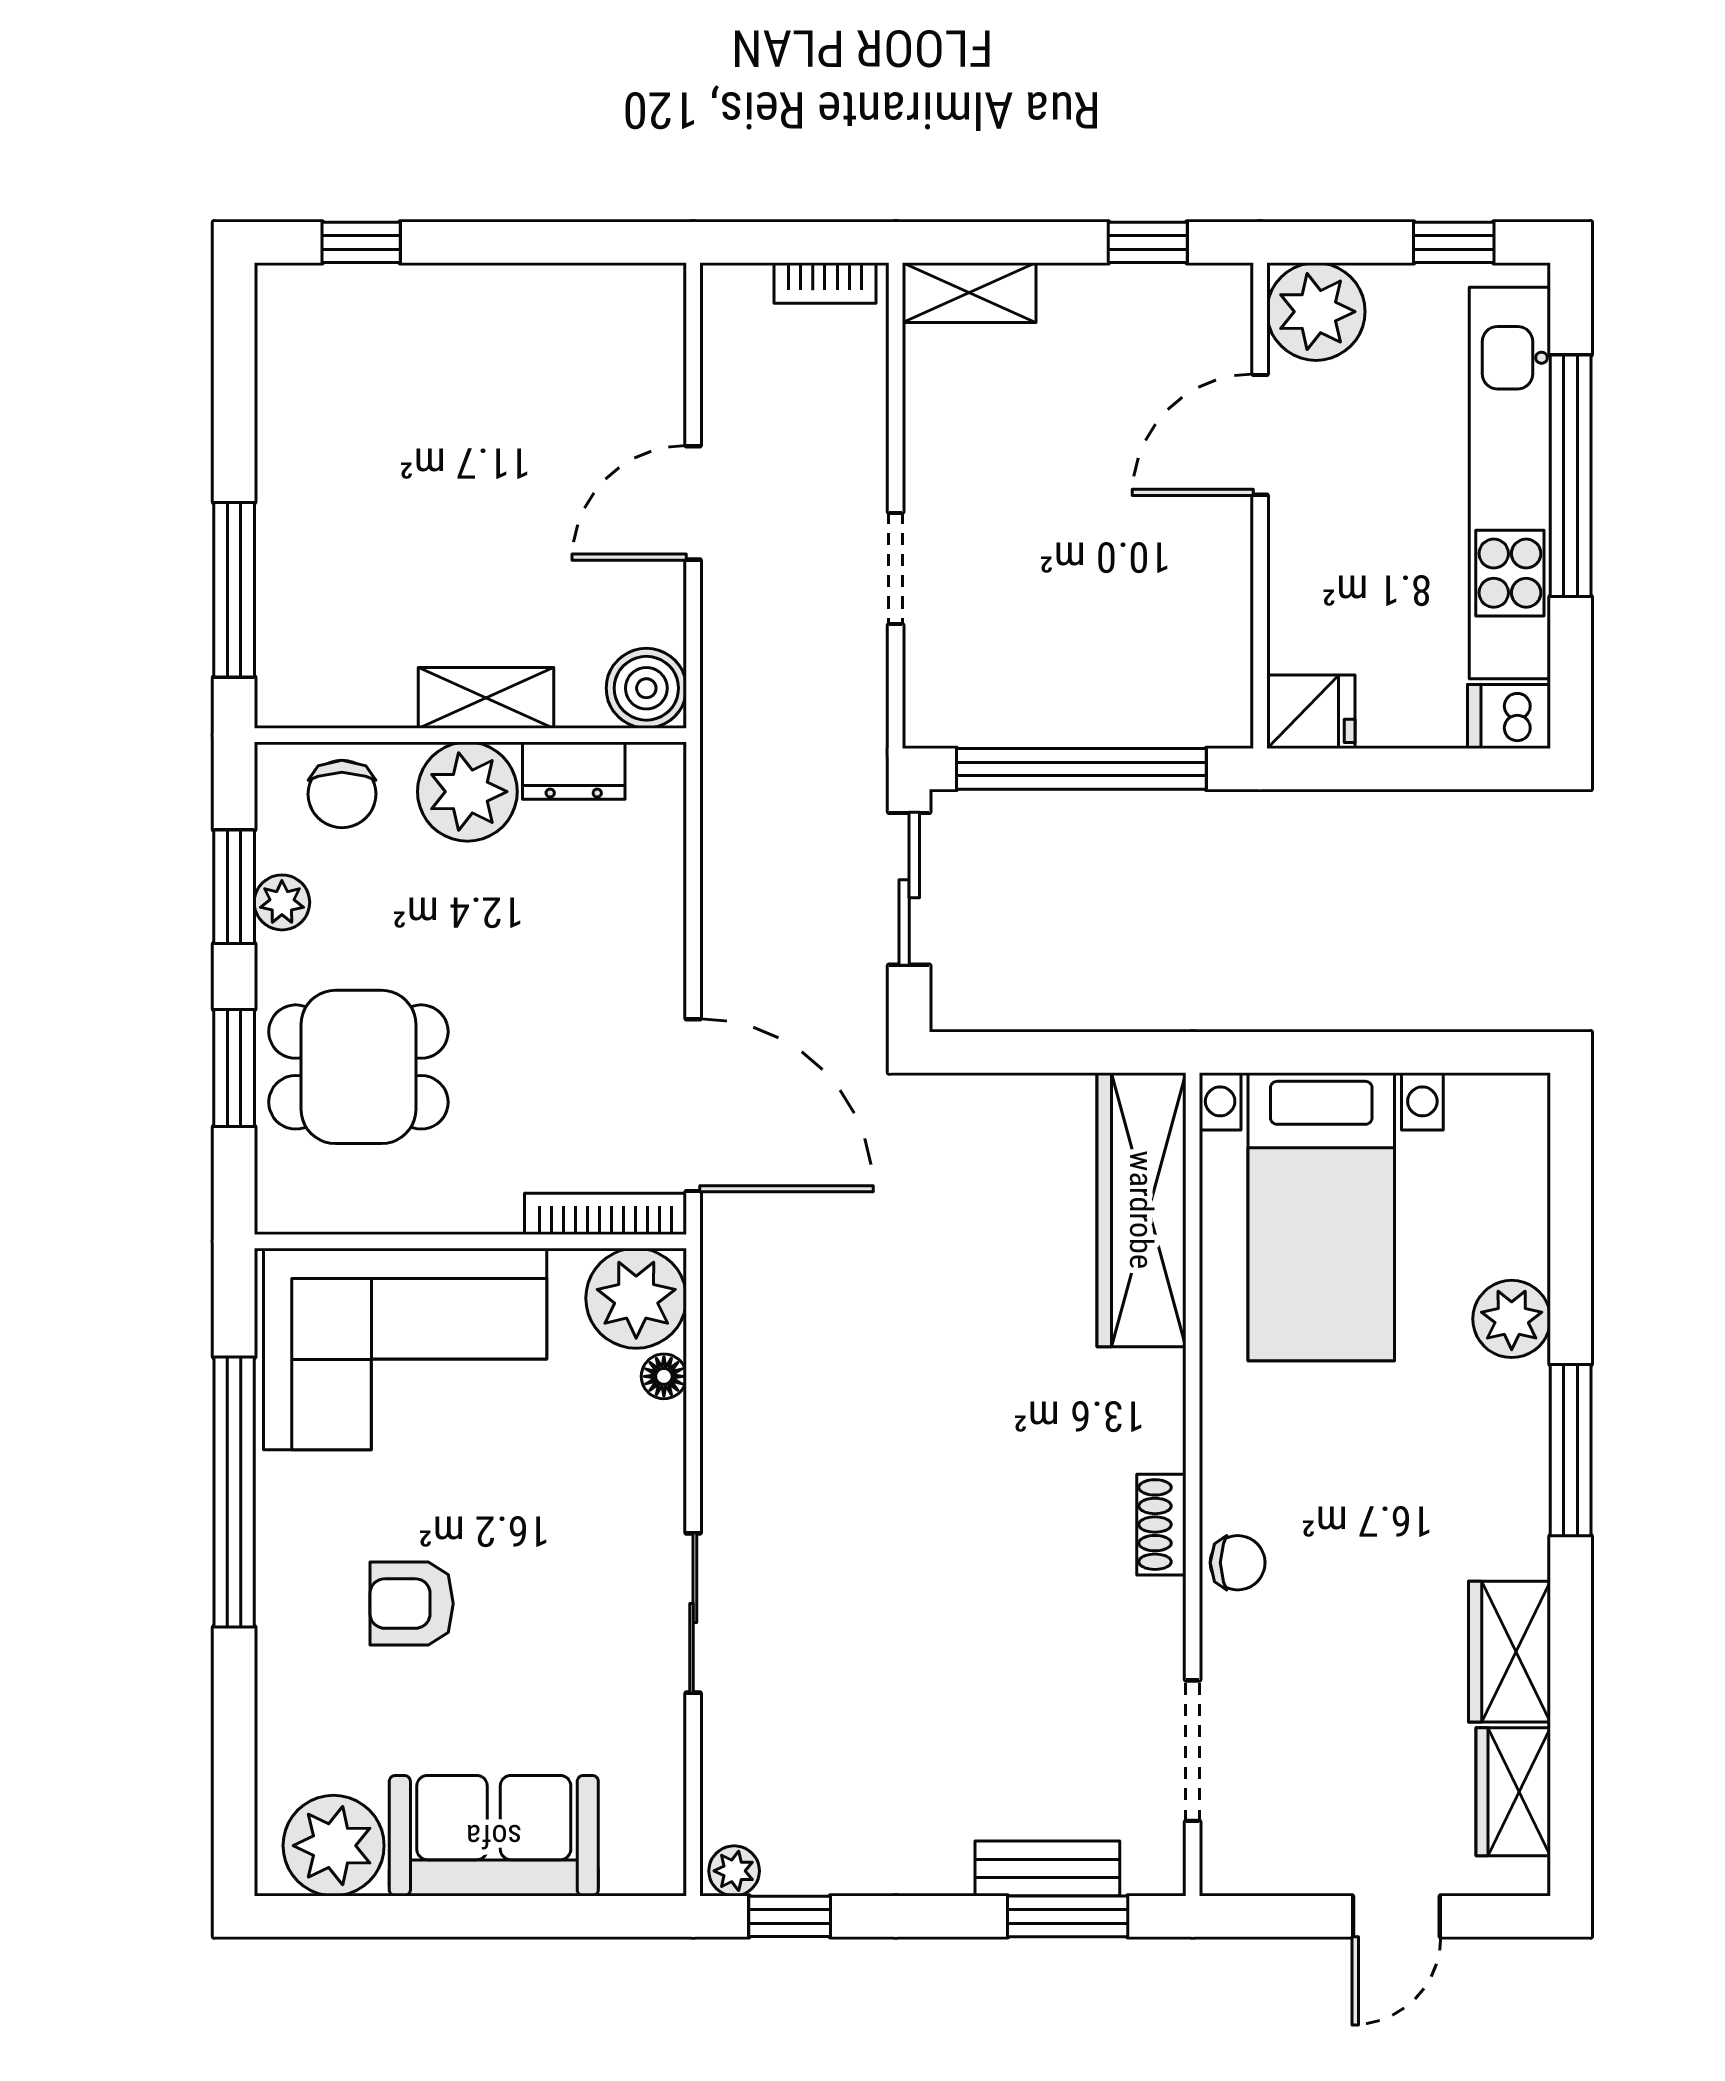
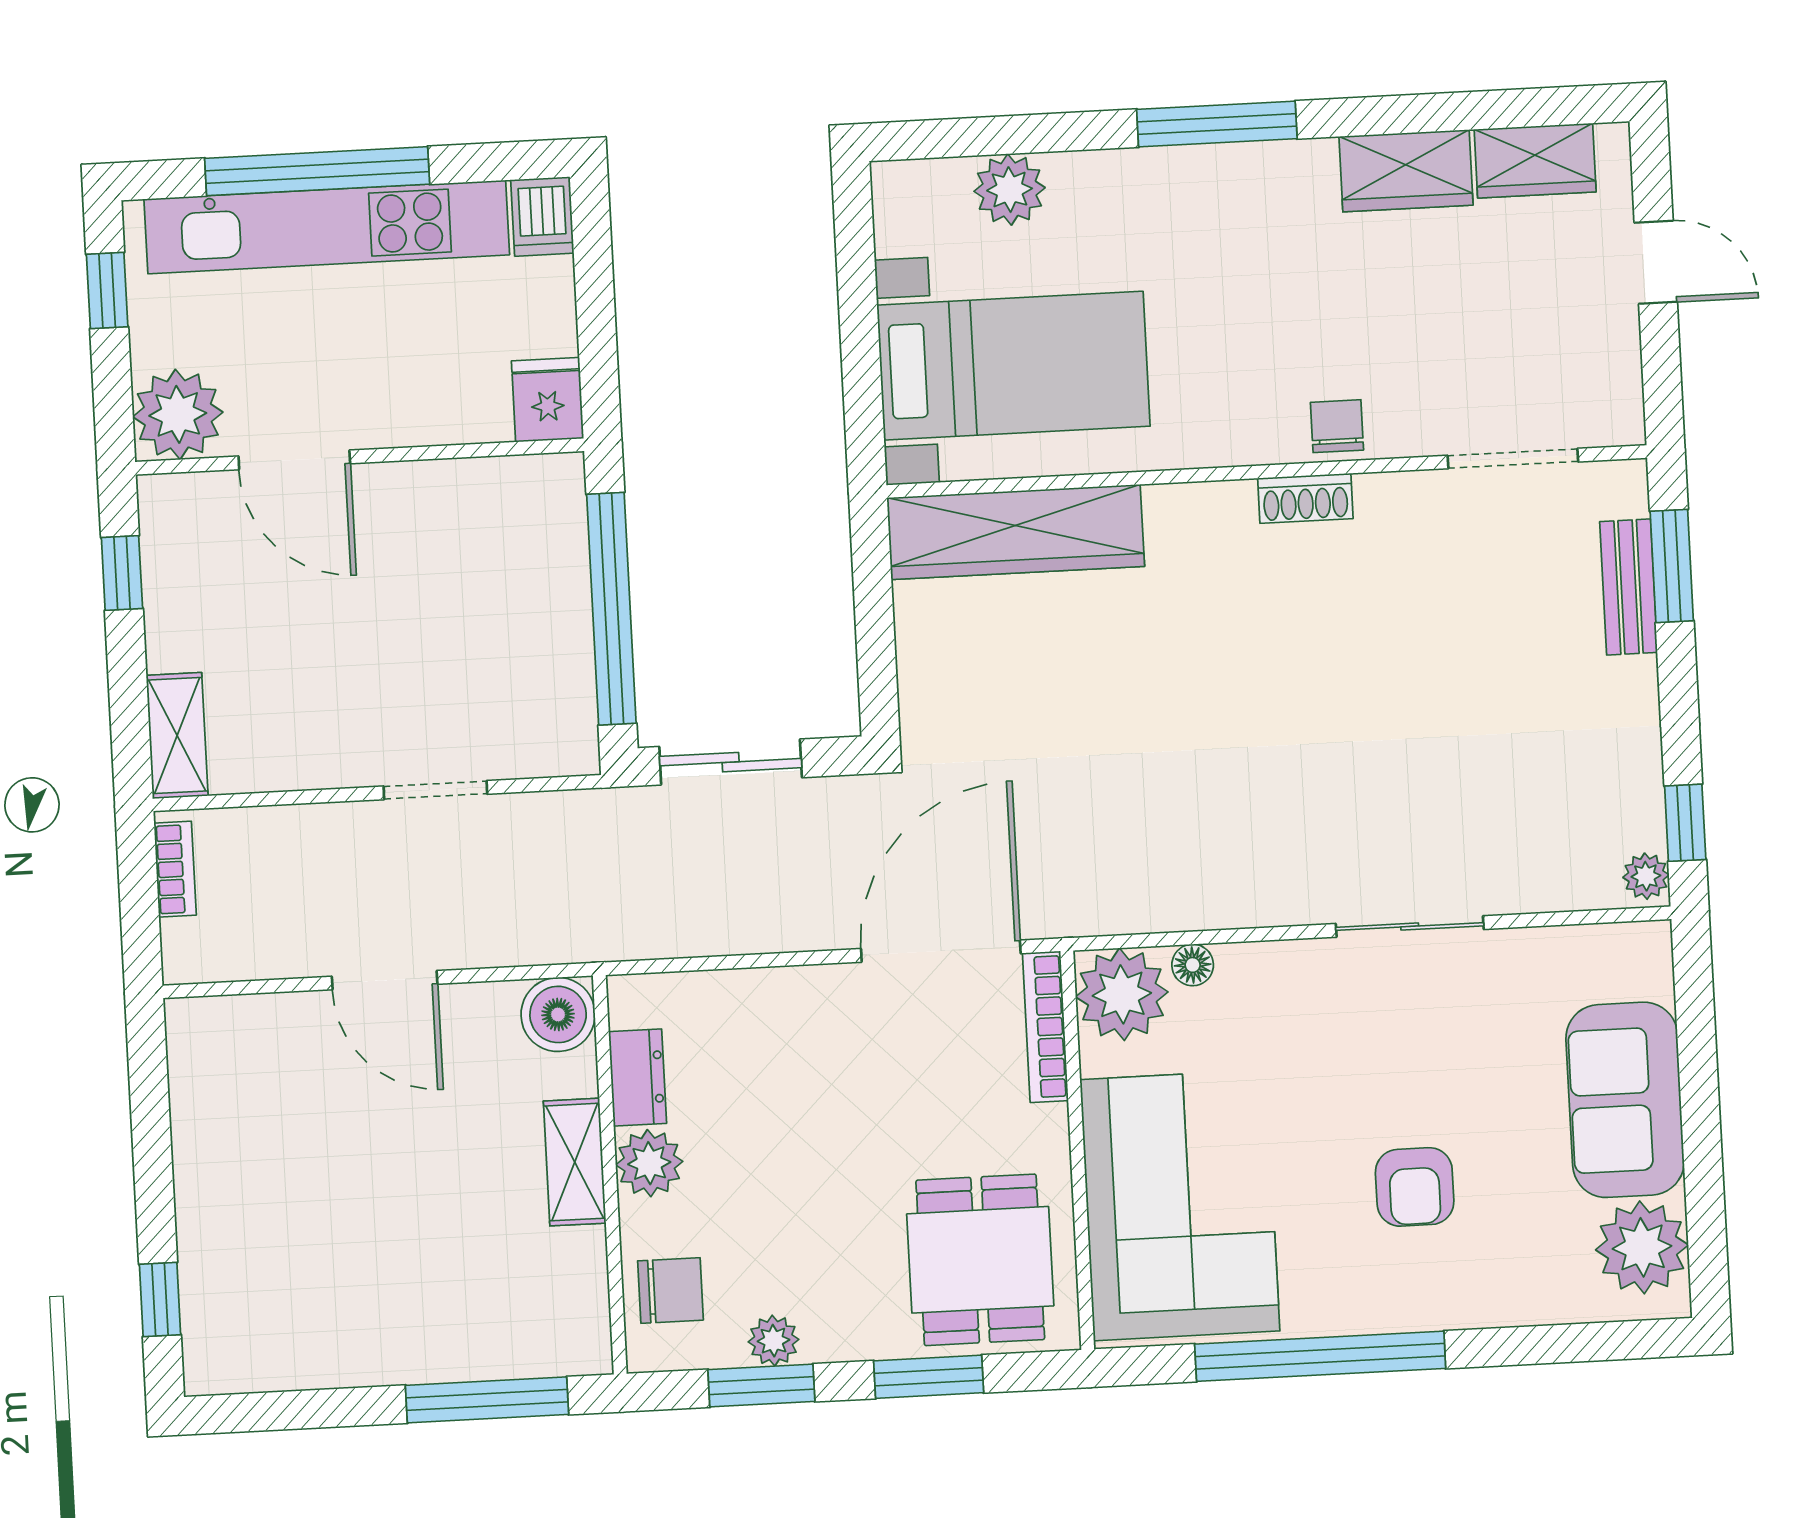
plant: (467, 792) -> (649, 1163), width x0.73, depth x0.73
dining table: (358, 1067) -> (980, 1260), moved
plant: (1512, 1319) -> (1010, 190), moved

